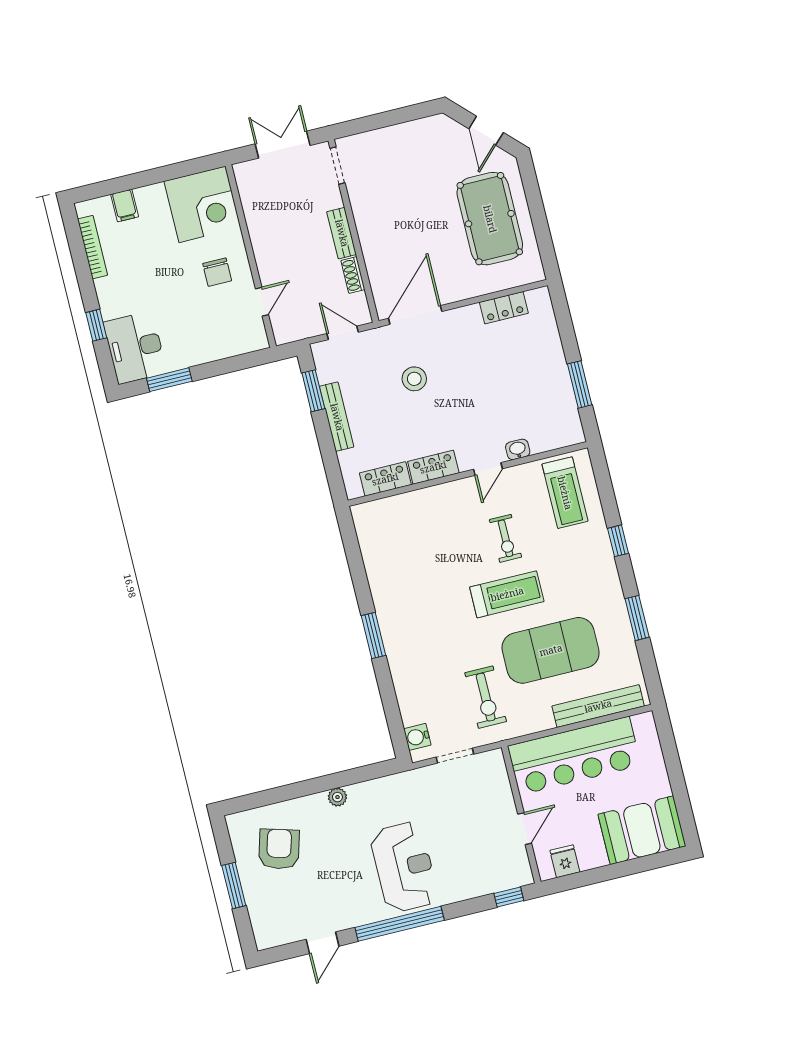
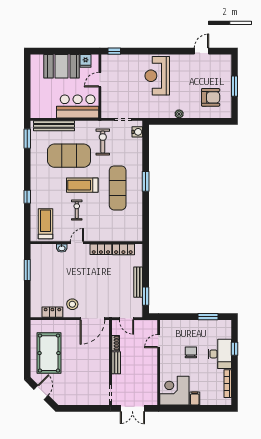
filing cabinet: (125, 205) -> (195, 399), moved
chair: (217, 272) -> (191, 352), moved
desk: (135, 348) -> (220, 354), moved
stool: (414, 379) -> (72, 304), moved
exercise mat: (430, 607) -> (118, 188), added
window: (637, 618) -> (27, 139), moved
bar counter: (574, 756) -> (78, 107), width x0.73
booth: (642, 830) -> (62, 66), moved
armchair: (279, 849) -> (211, 97), turned -106
window: (400, 924) -> (165, 51), removed

